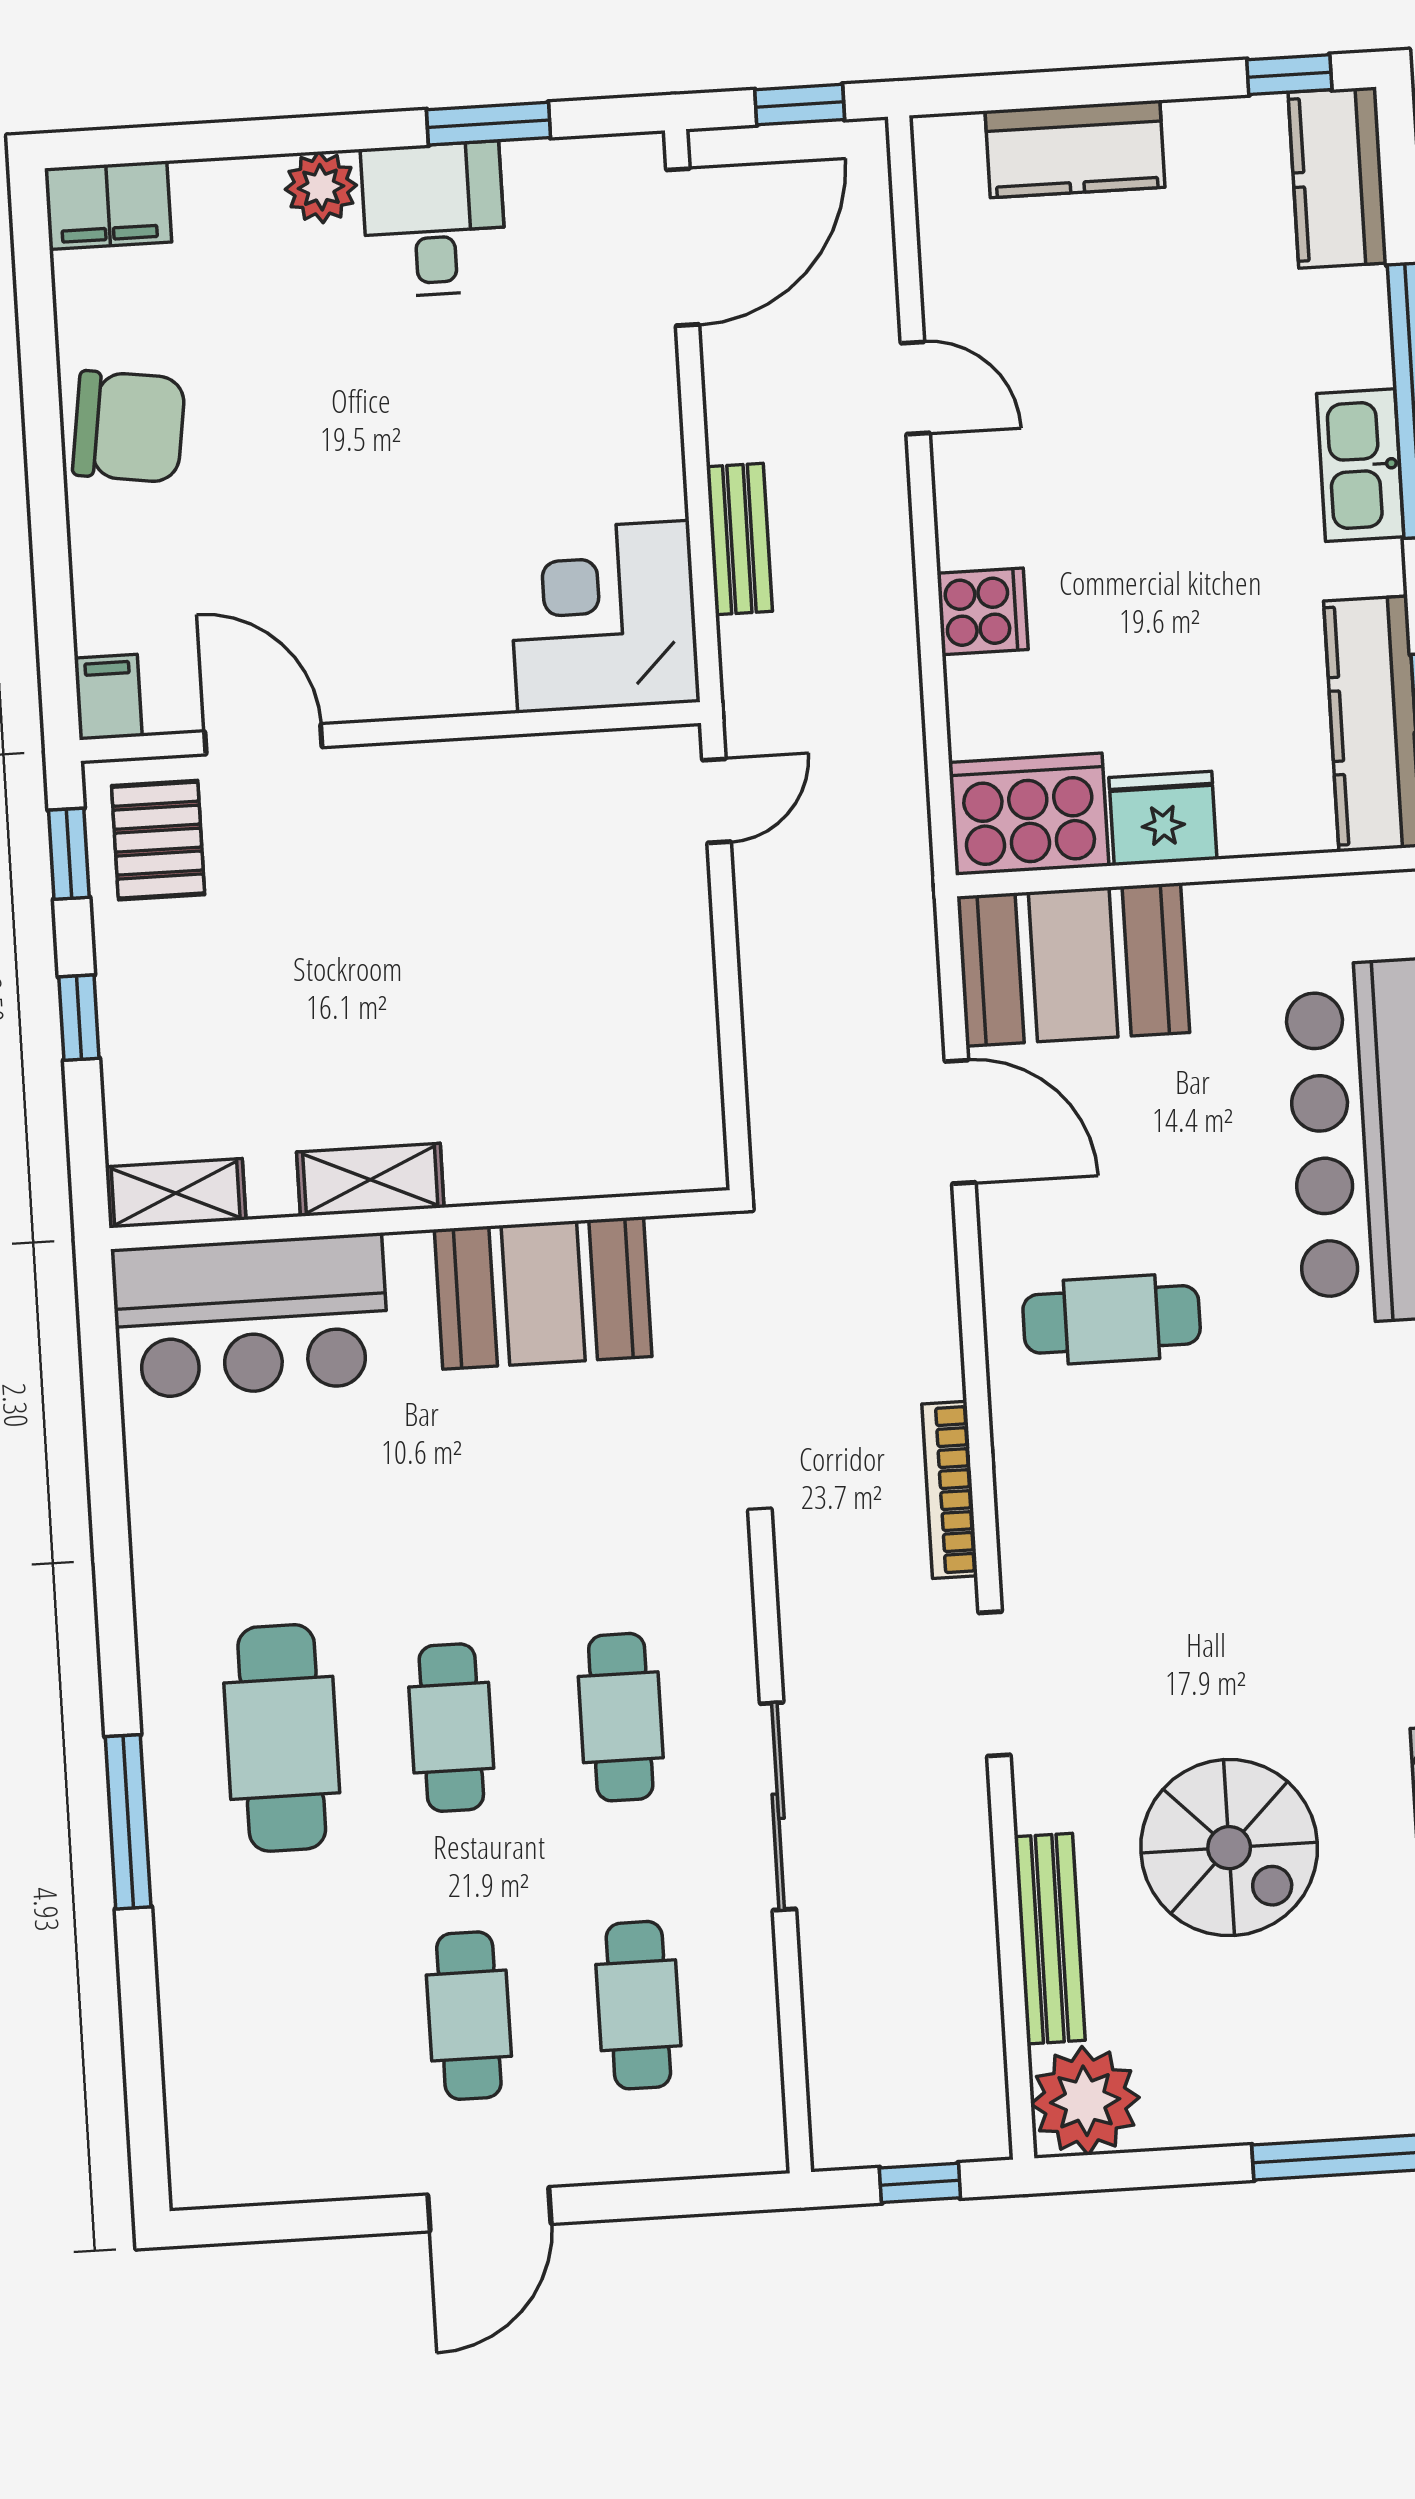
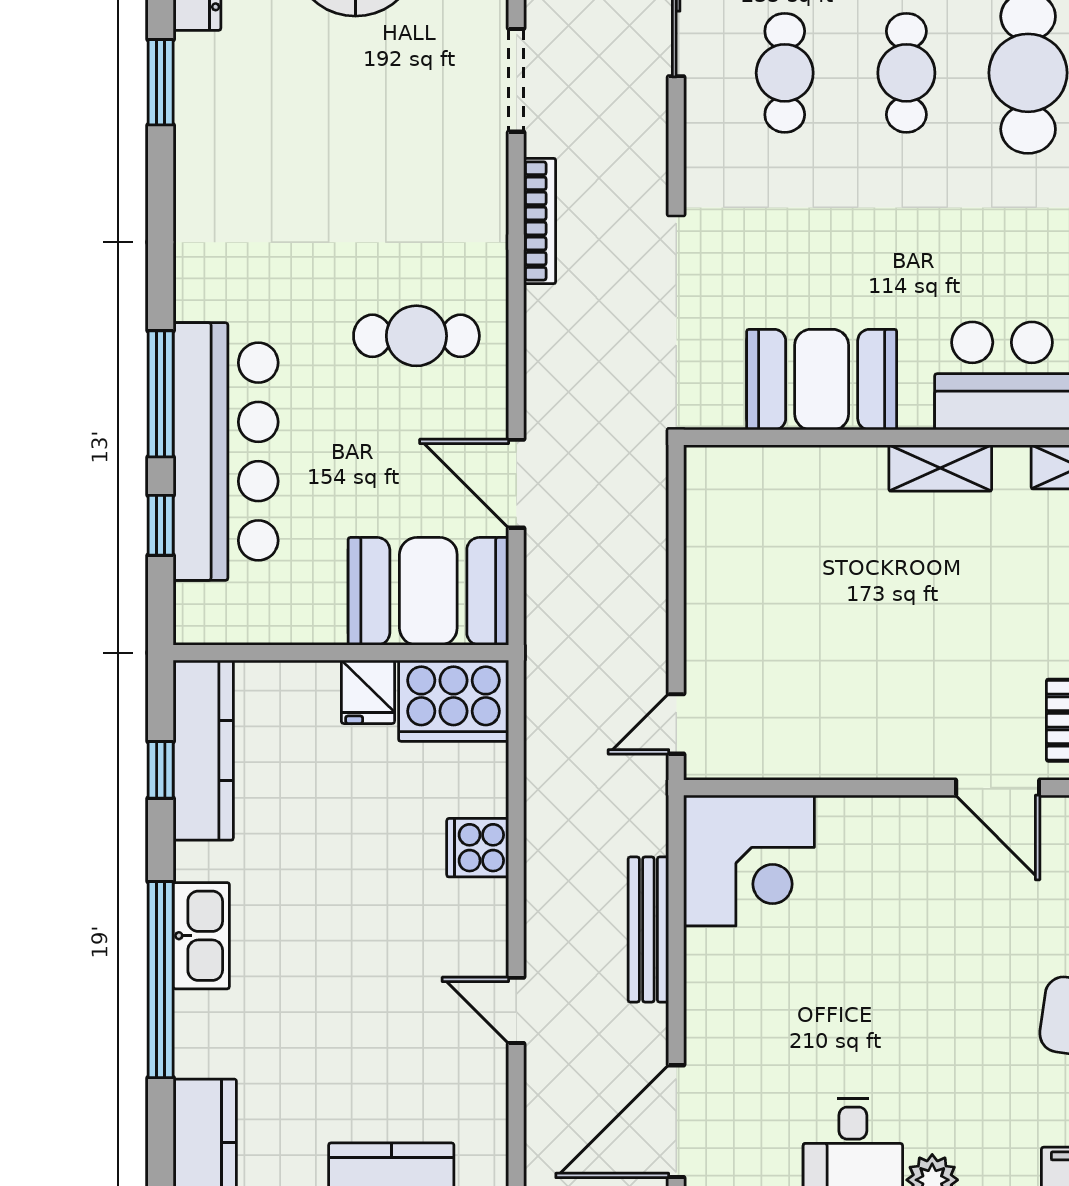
bench: (739, 539) -> (648, 929), width x1.36
fridge: (1163, 818) -> (368, 692), width x0.72

